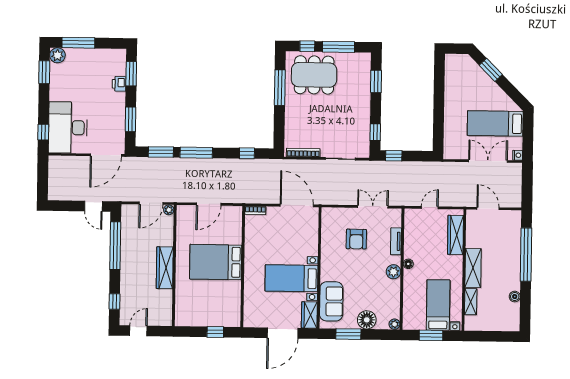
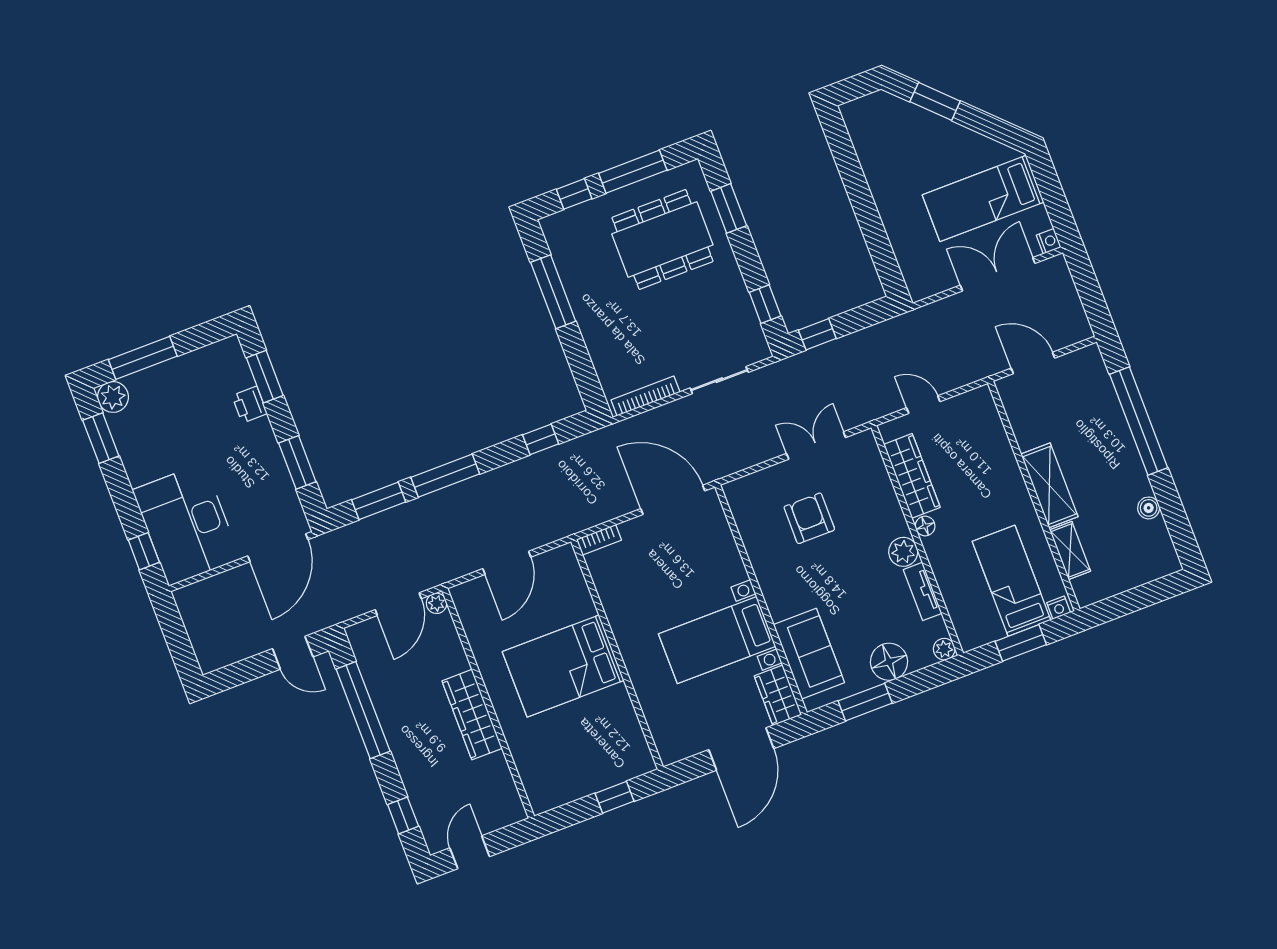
dining table: (314, 75) -> (662, 239), moved
door: (430, 208) -> (923, 405), hinge flipped
wardrobe: (456, 235) -> (912, 476), moved, turned 180
armchair: (356, 239) -> (809, 518), turned 180
tv unit: (396, 241) -> (923, 591), moved

